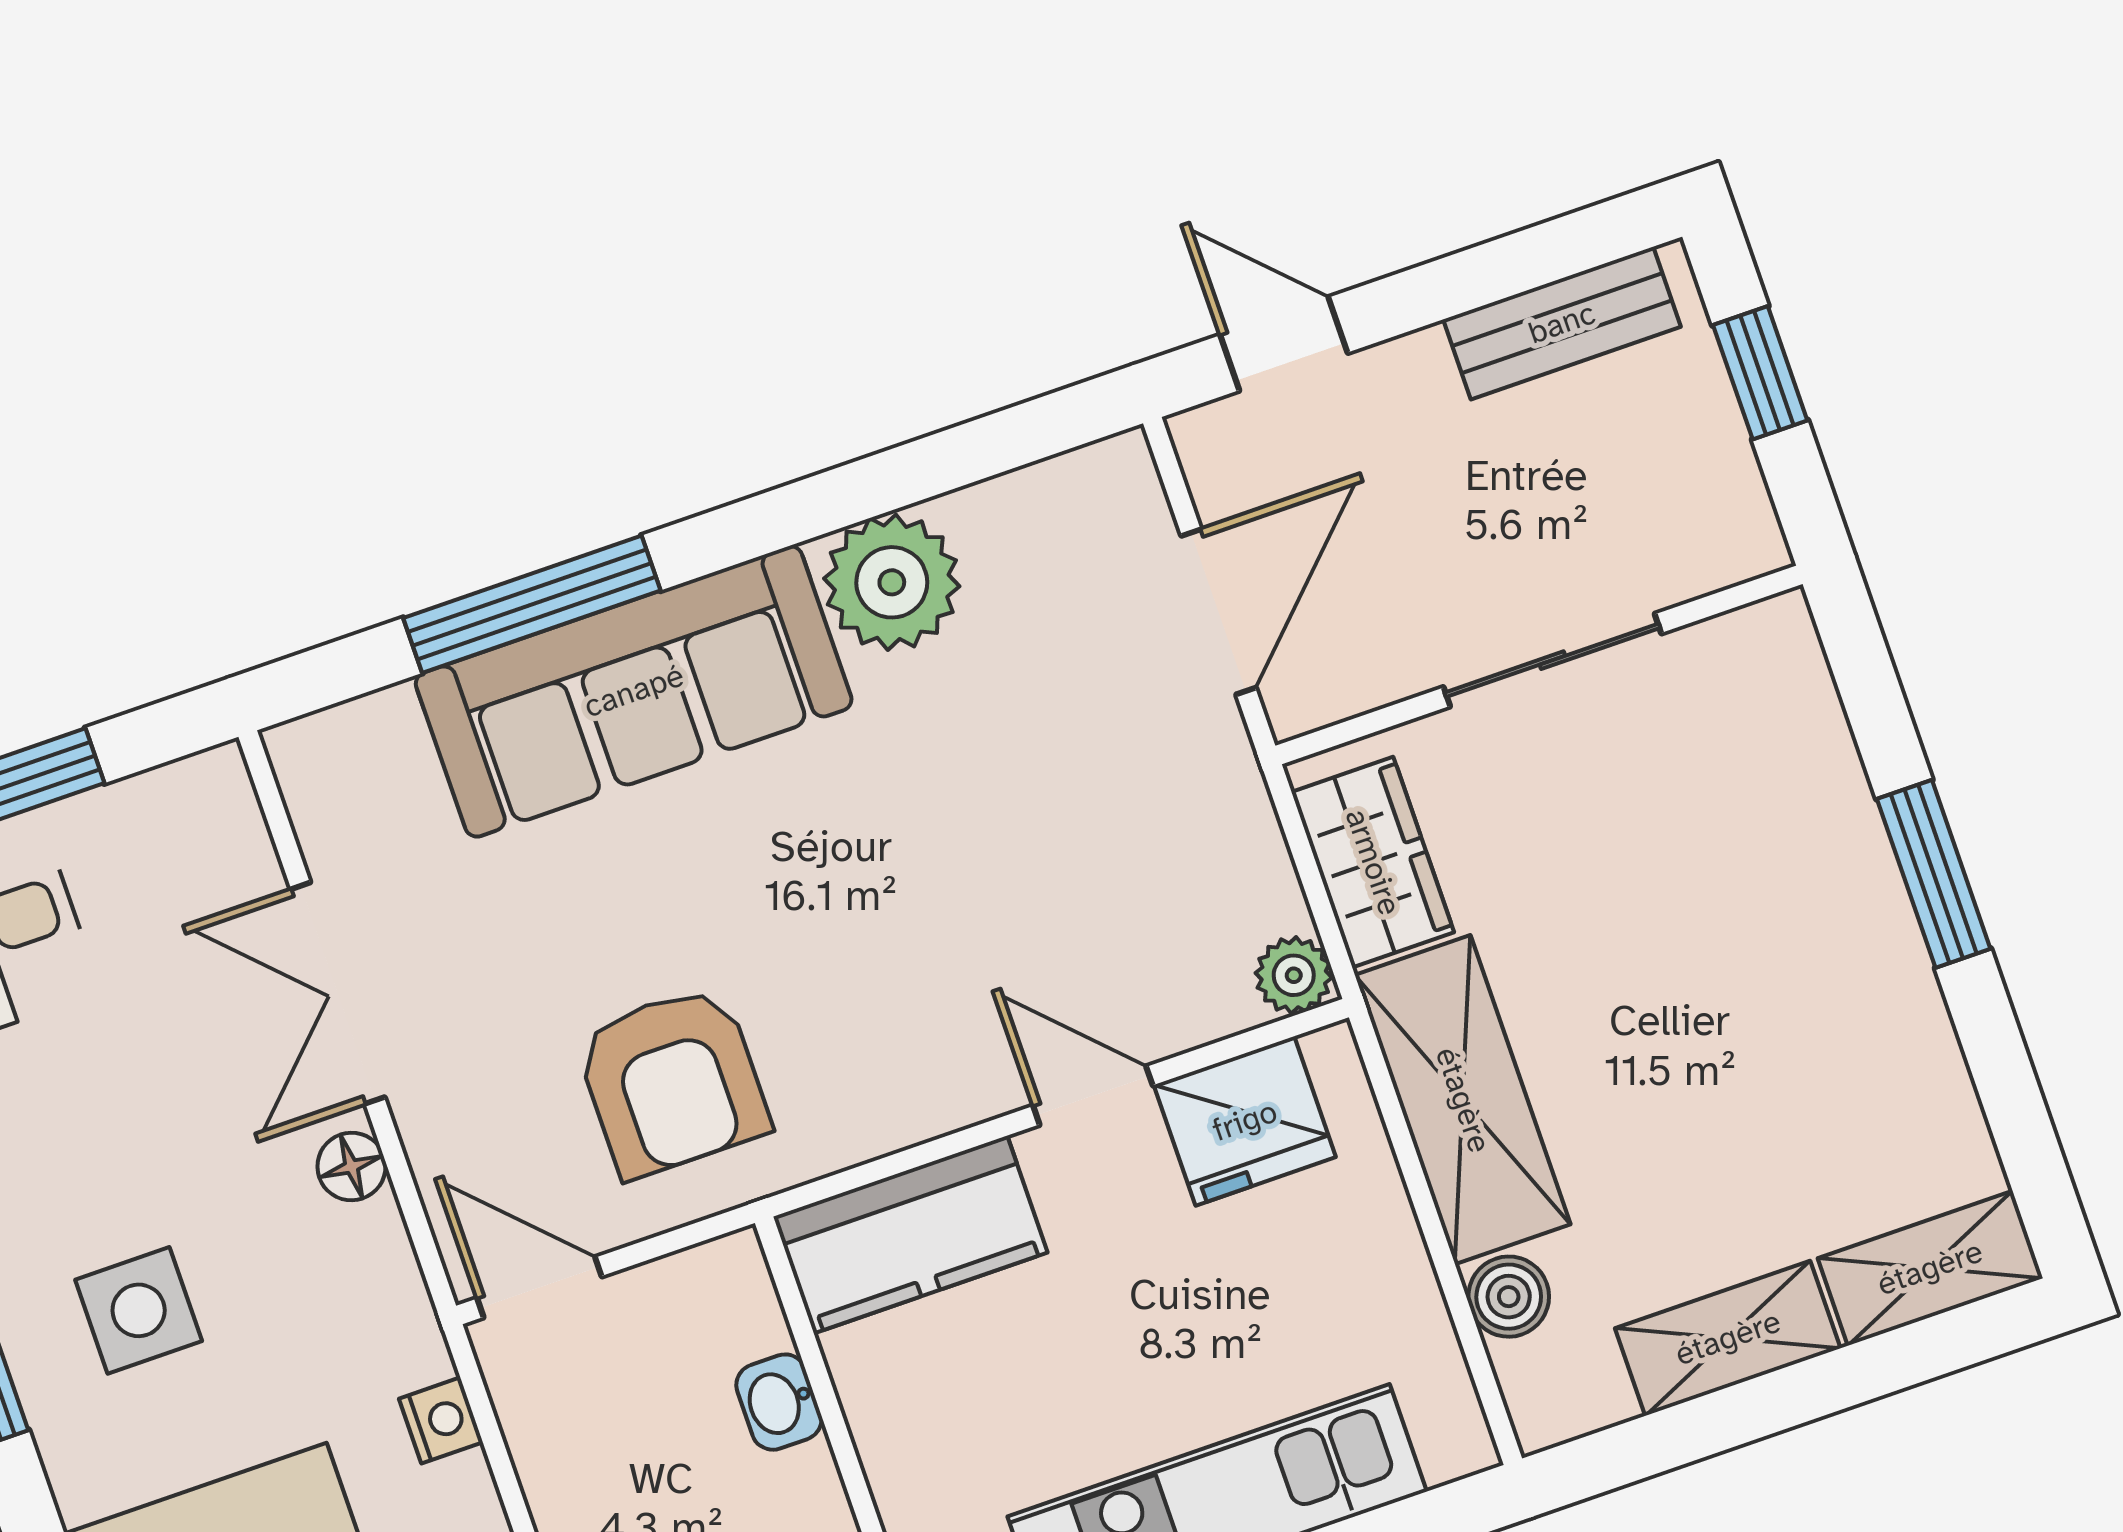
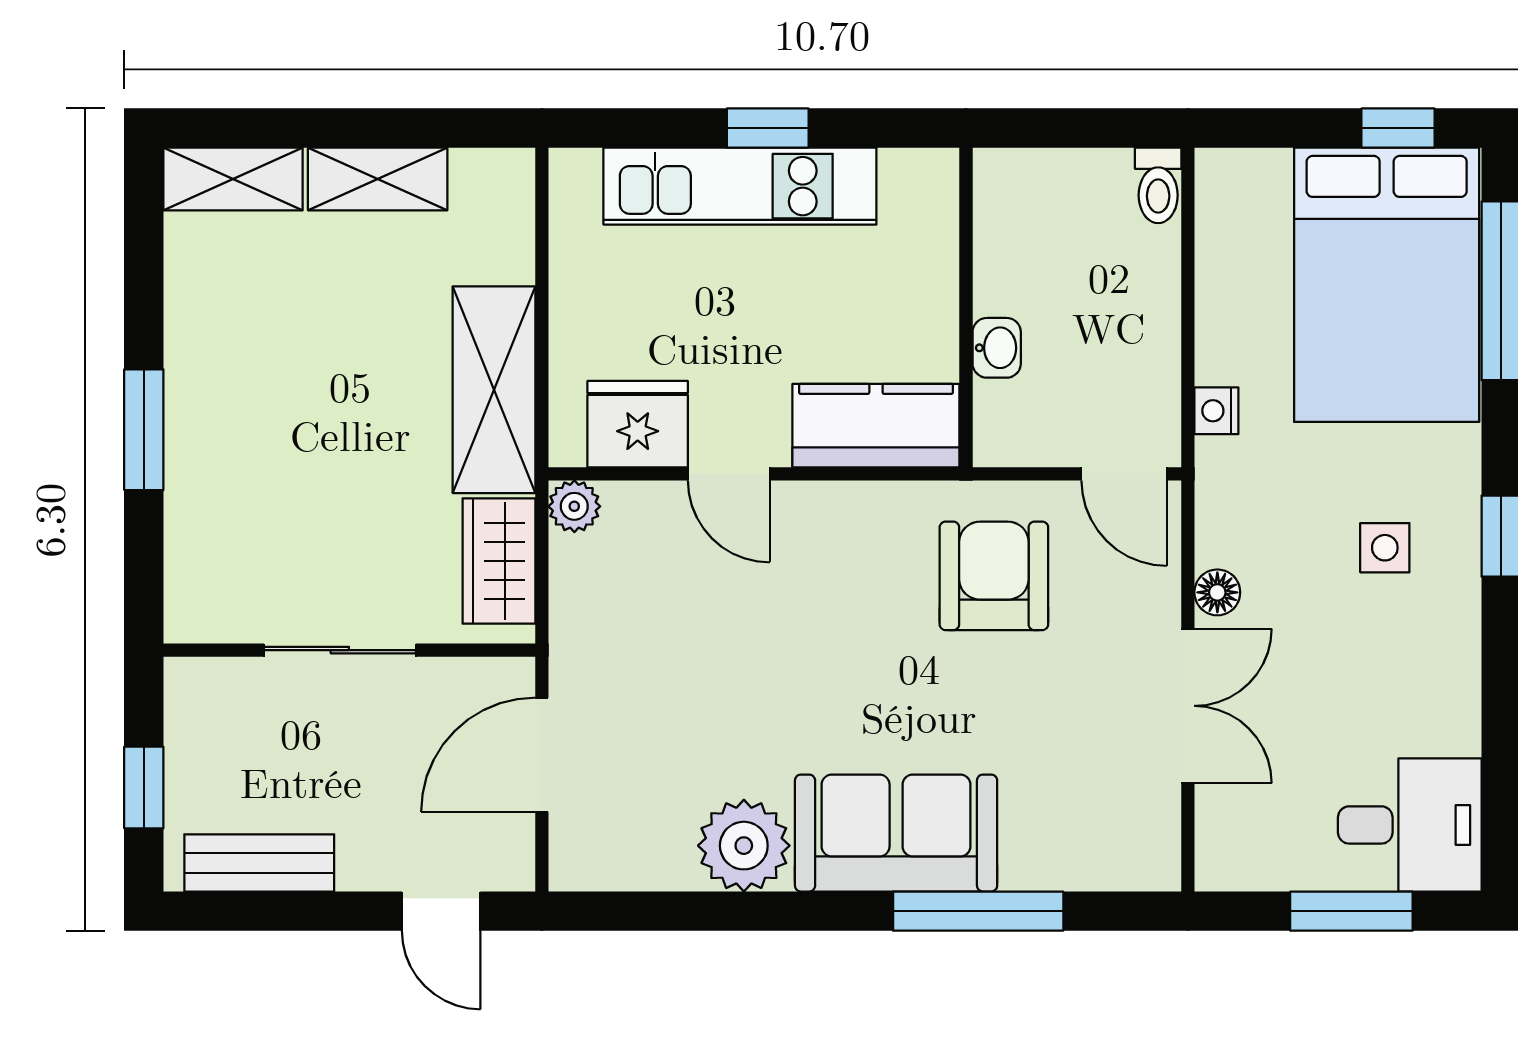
sofa: (634, 691) -> (896, 833), width x0.73
boiler: (1509, 1297) -> (508, 254), removed
side table: (139, 1310) -> (1385, 548), width x0.73, depth x0.73

